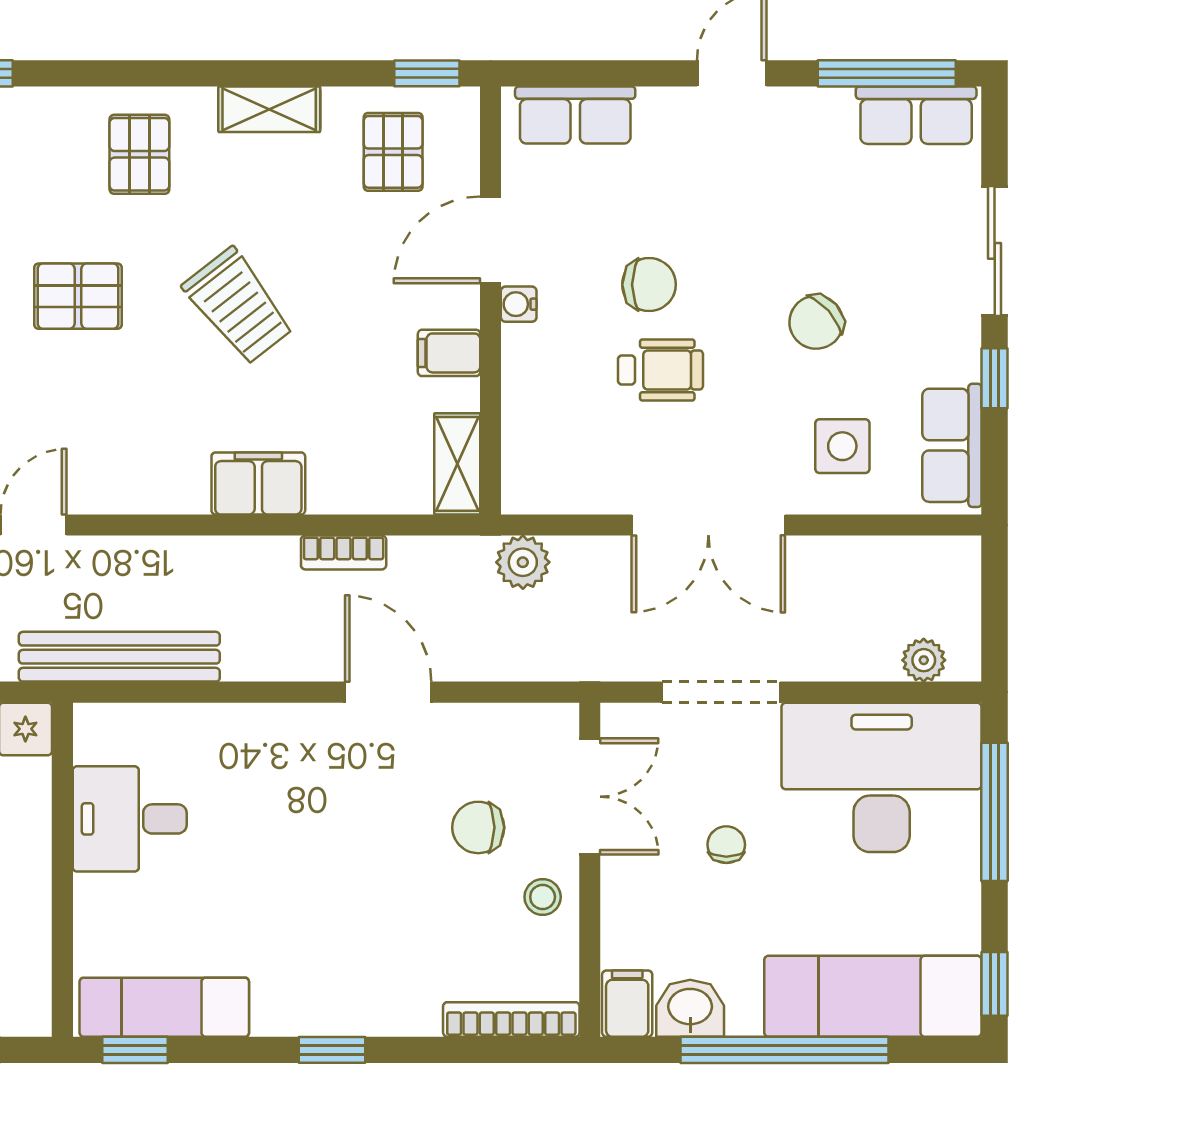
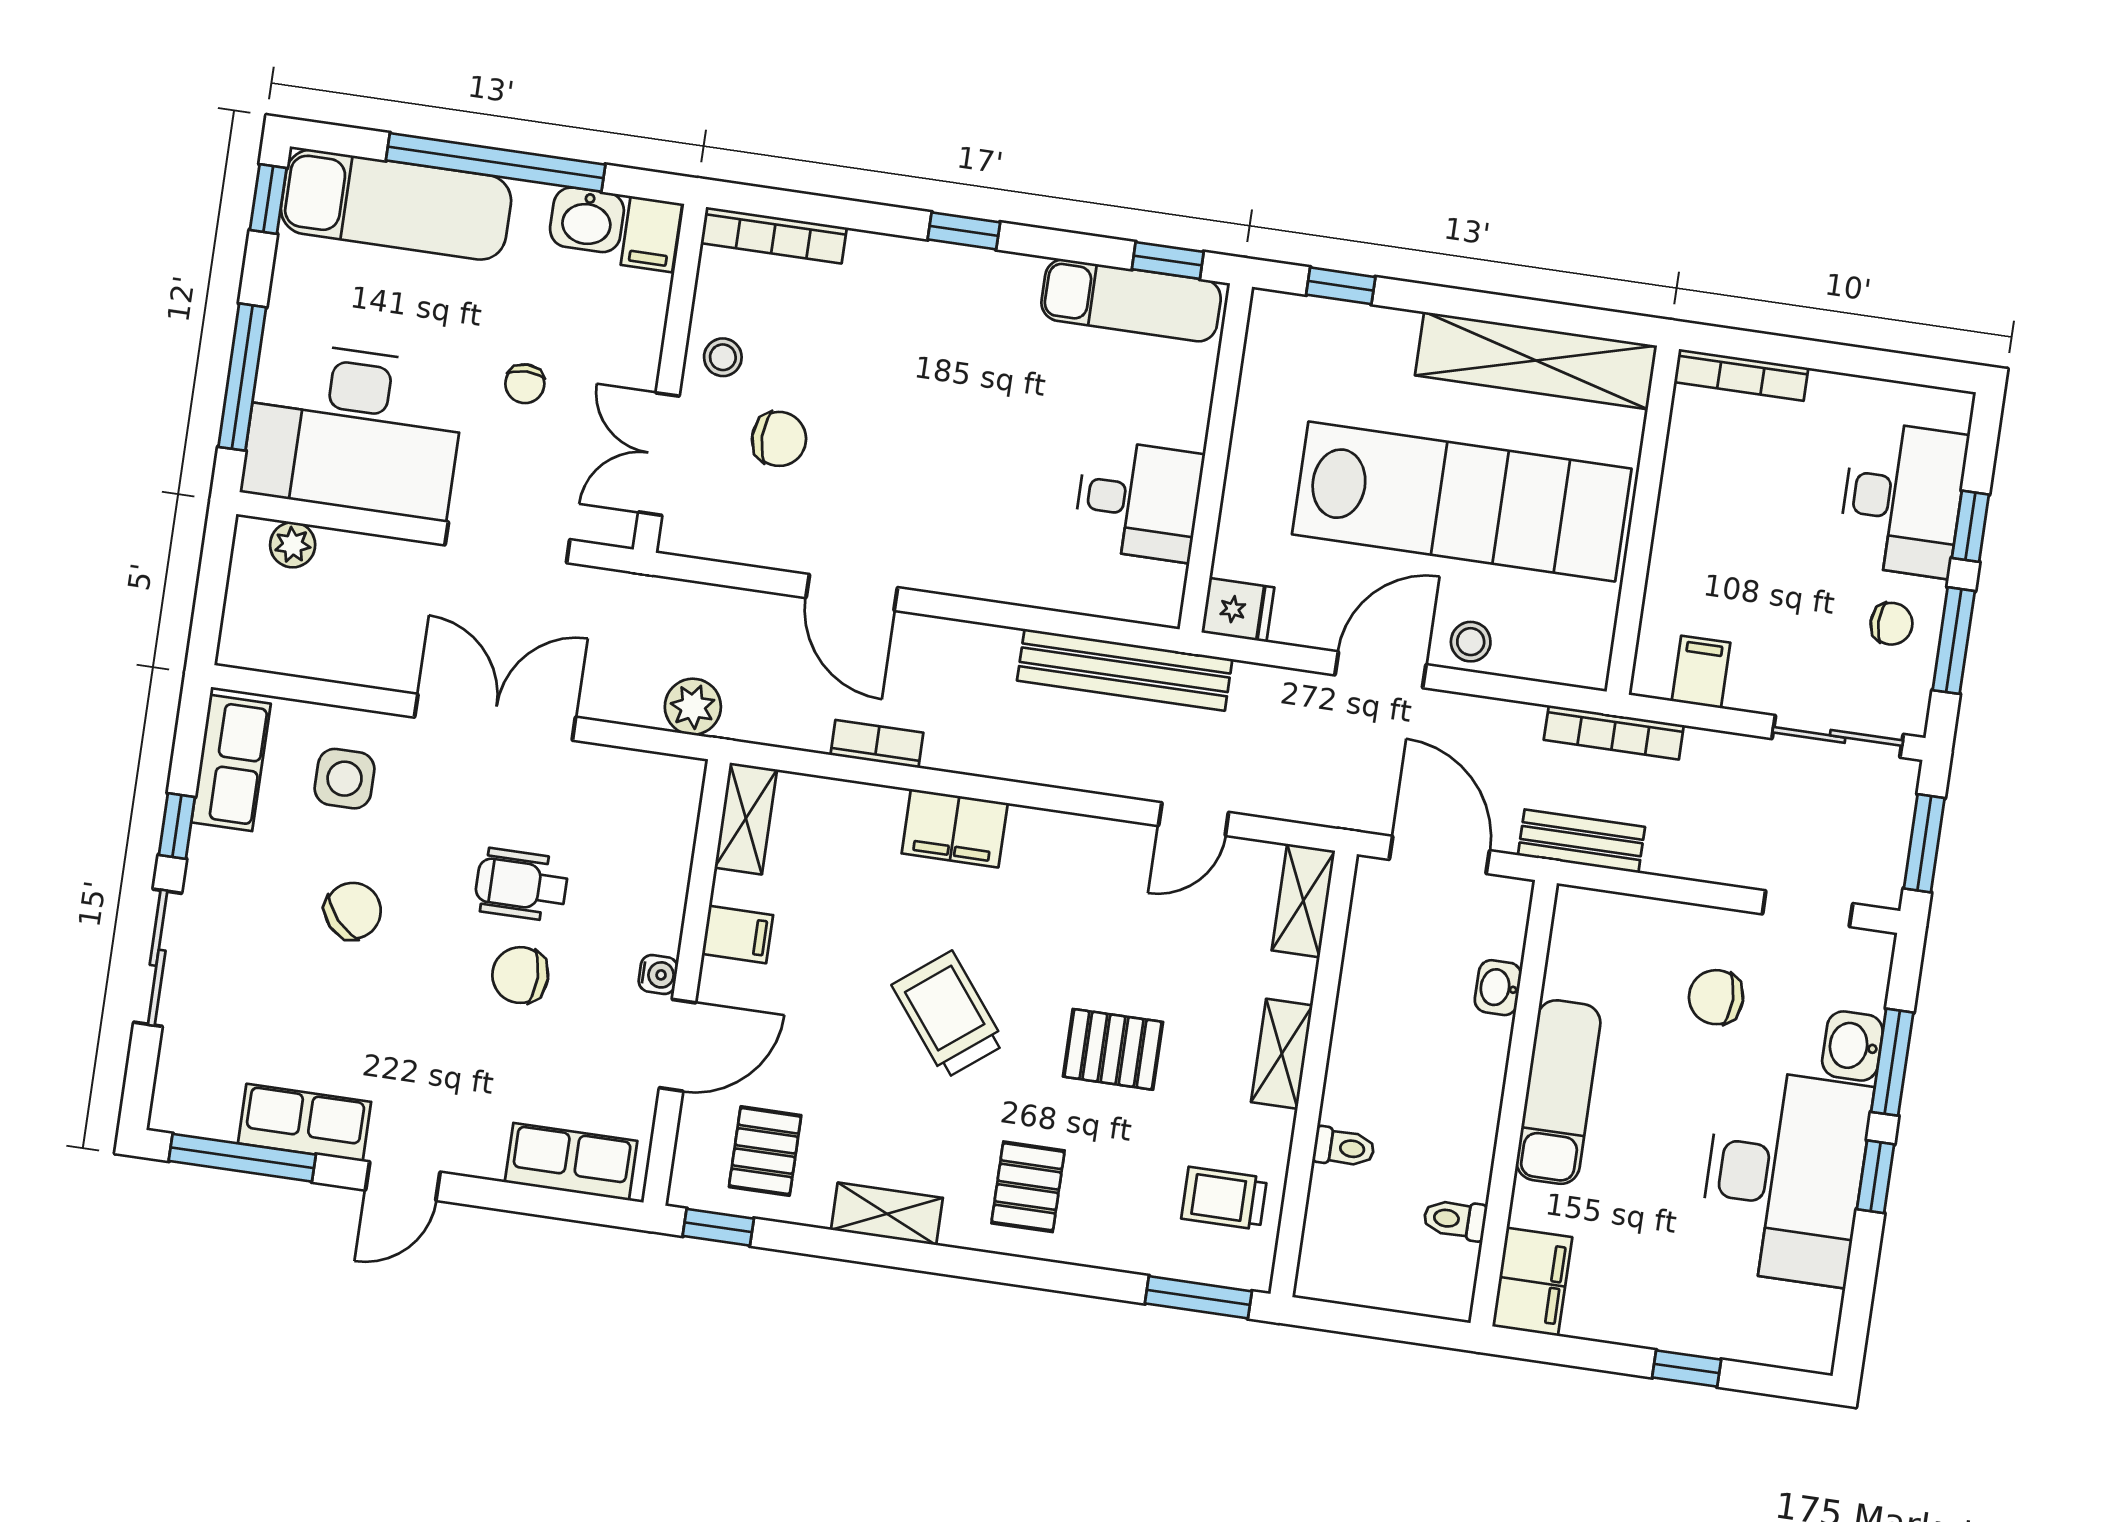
row of seats: (916, 115) -> (305, 1123), moved

